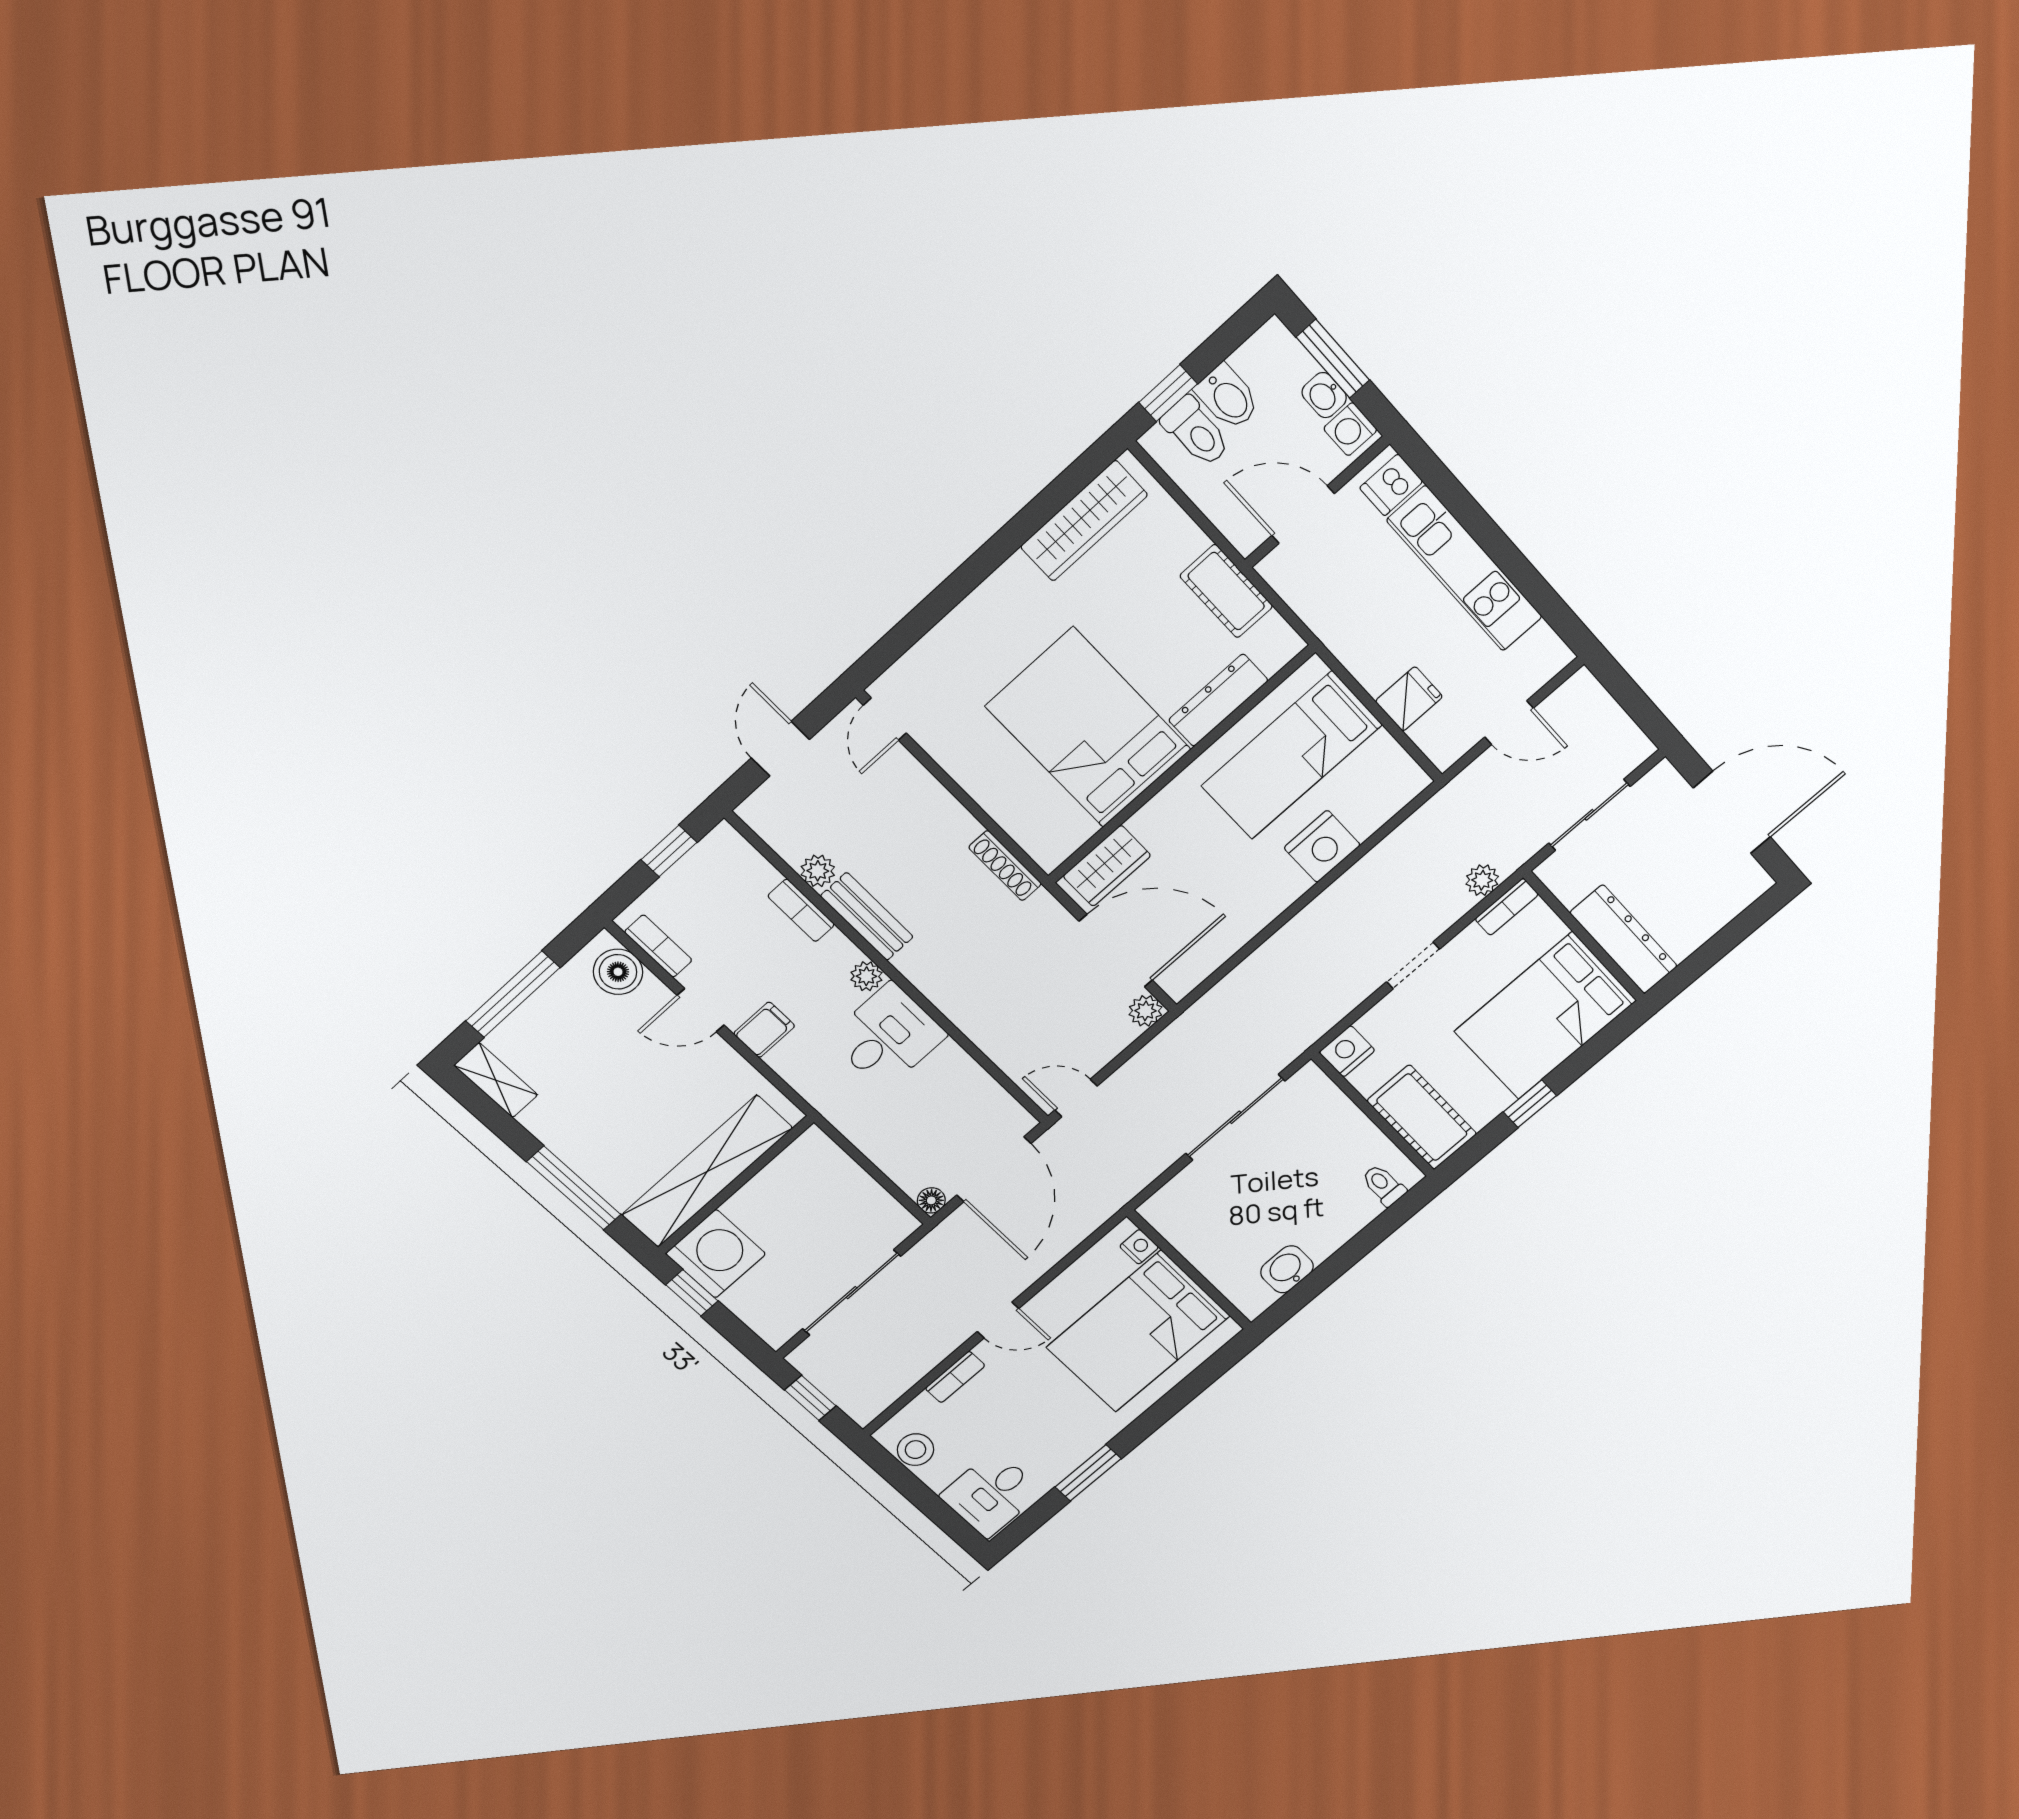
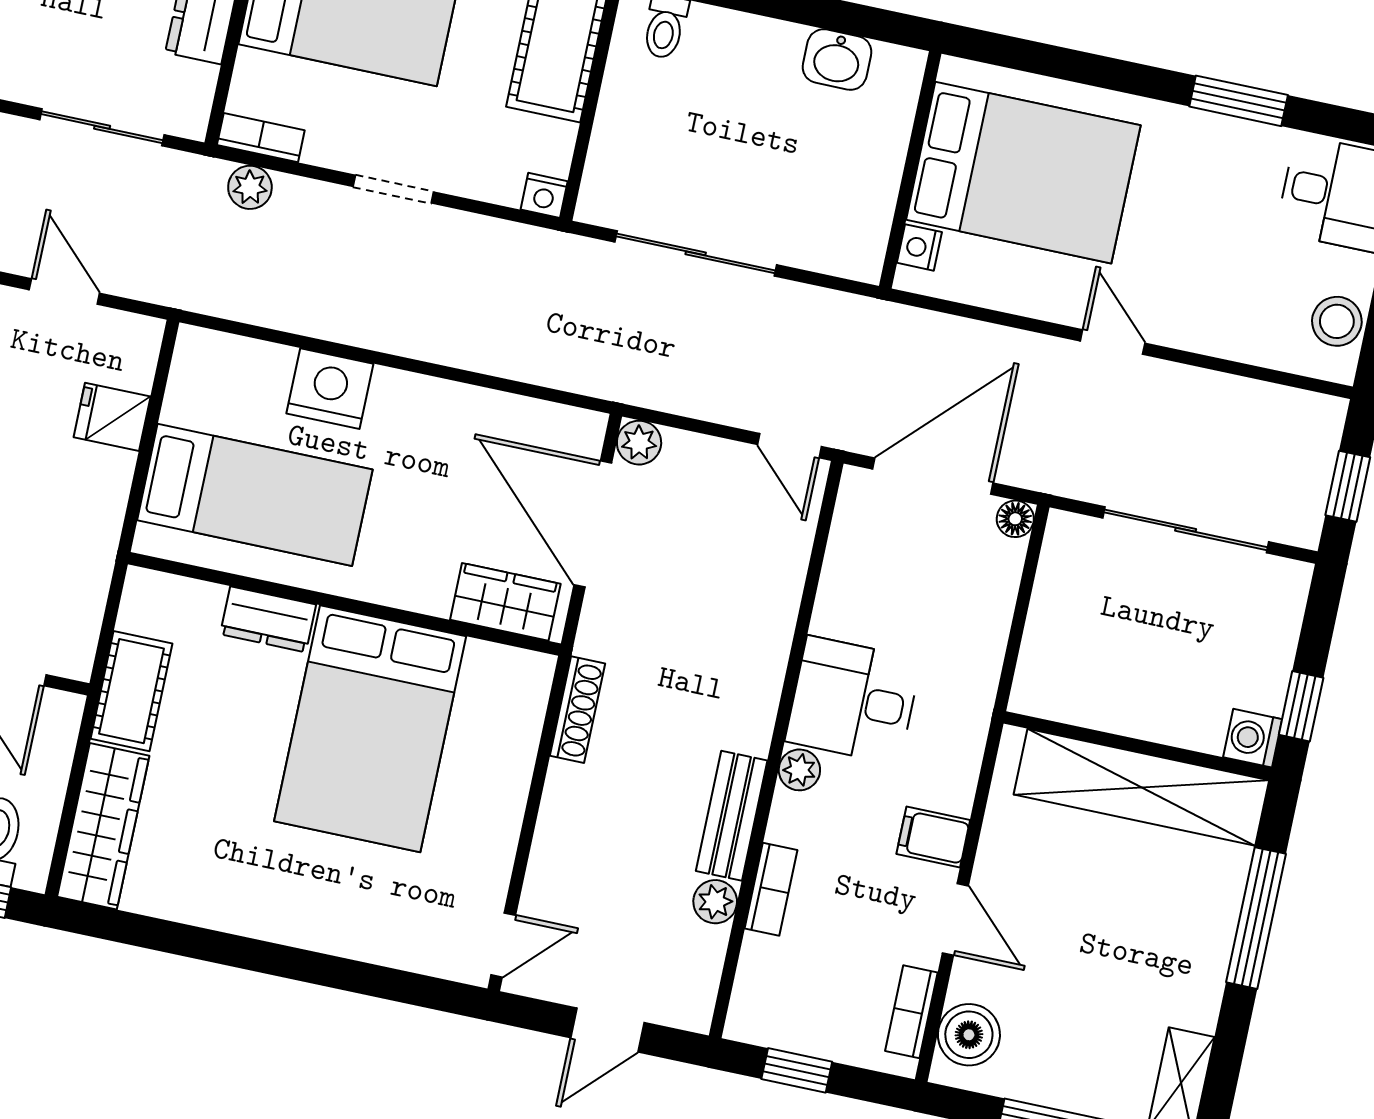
wardrobe: (1084, 521) -> (103, 826), moved, turned 90
dresser: (1218, 700) -> (268, 619), width x0.70
nightstand: (1347, 1051) -> (544, 195), width x0.72, depth x0.74
washing machine: (716, 1254) -> (1253, 738), width x0.53, depth x0.53
bookcase: (955, 1377) -> (1215, 341), removed

